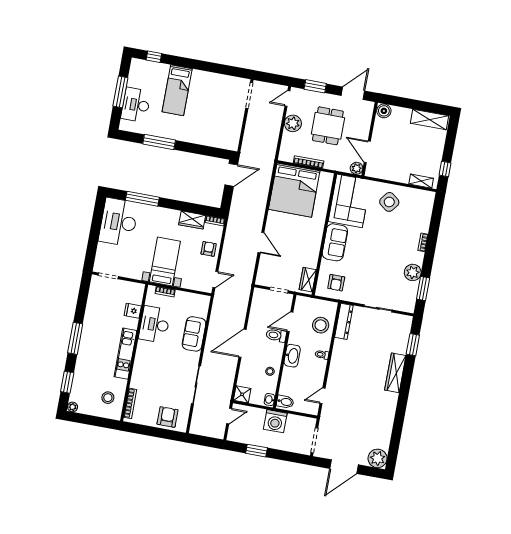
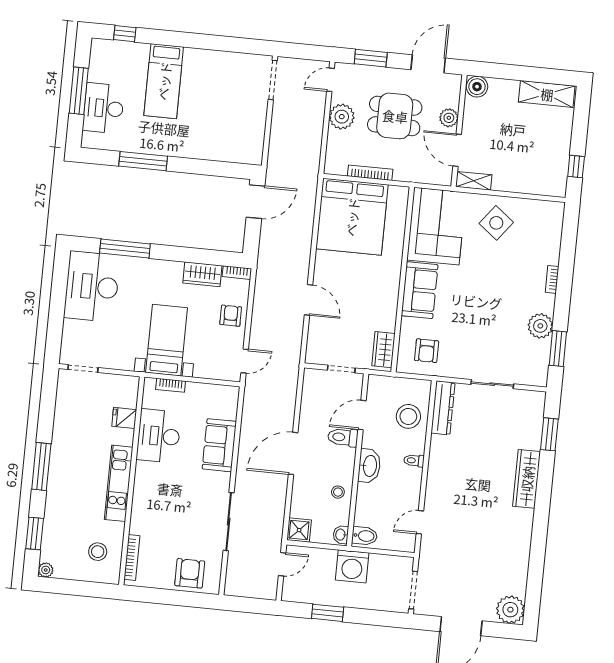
dining table: (328, 126) -> (395, 116), turned 90
plant: (357, 168) -> (449, 118), moved
shelving: (421, 181) -> (474, 181), moved

